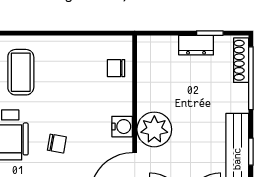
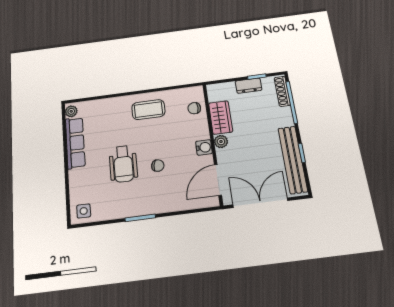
coffee table: (21, 72) -> (148, 110), moved, turned 90
wardrobe: (150, 87) -> (221, 118), added
plant: (154, 129) -> (221, 142), width x0.53, depth x0.53

